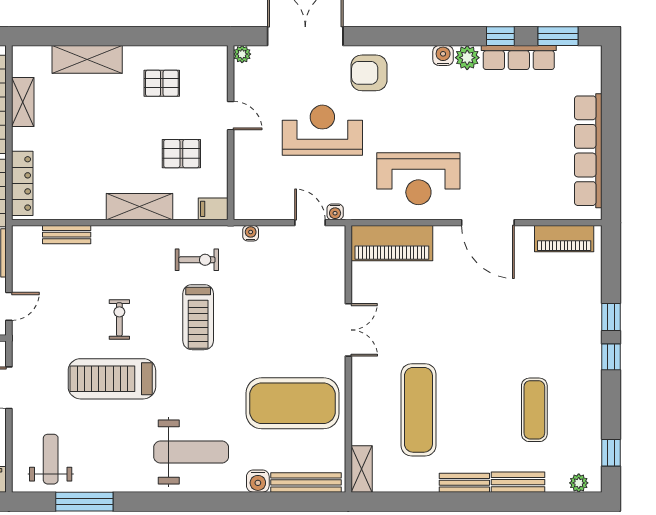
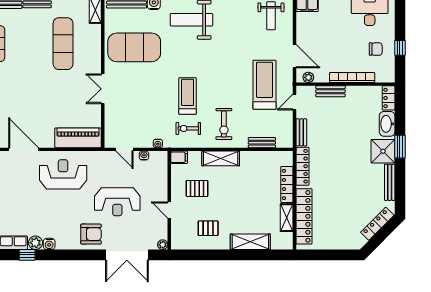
window: (500, 36) -> (27, 255), moved
locker: (22, 183) -> (287, 184), moved
water cooler: (335, 212) -> (144, 156), moved
exercise bike: (119, 319) -> (224, 124), moved, width x1.38, depth x1.39
treadmill: (112, 379) -> (264, 85), moved, turned -90

